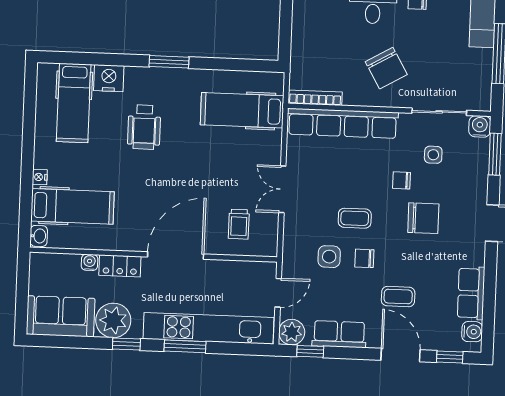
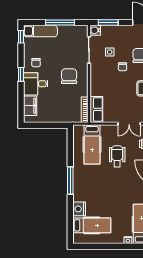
window: (169, 62) -> (70, 180), width x1.44
chair: (386, 68) -> (69, 76), turned -60
row of seats: (343, 123) -> (96, 109), width x0.50
wheelchair: (144, 127) -> (117, 156), moved, turned -90

